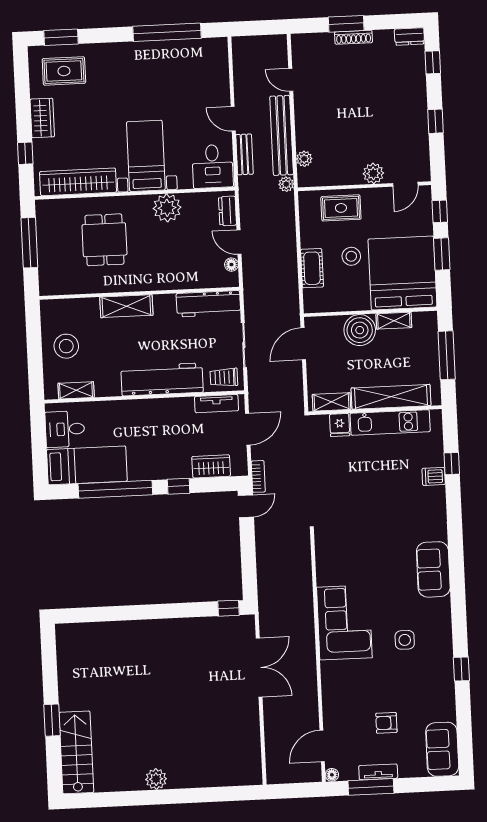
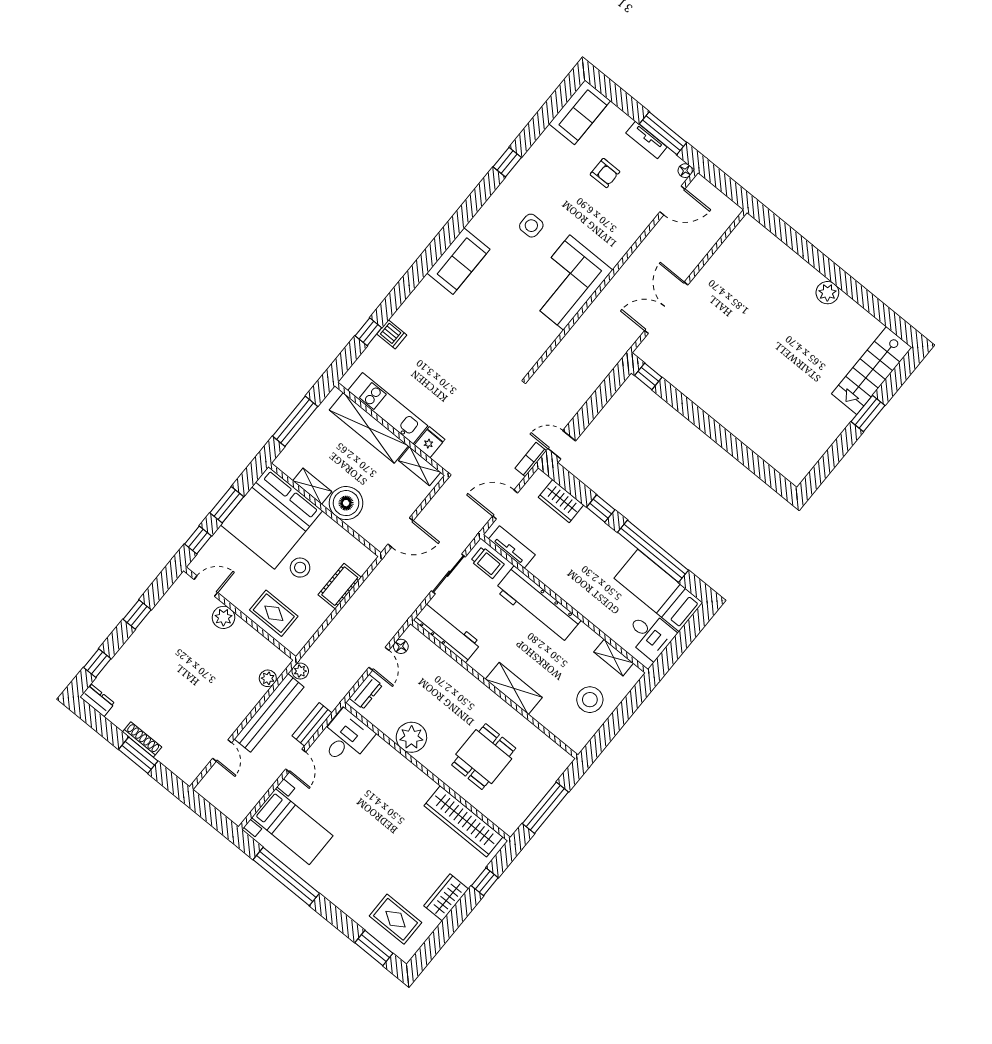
bed with nightstands: (146, 156) -> (292, 827), moved, turned -90

